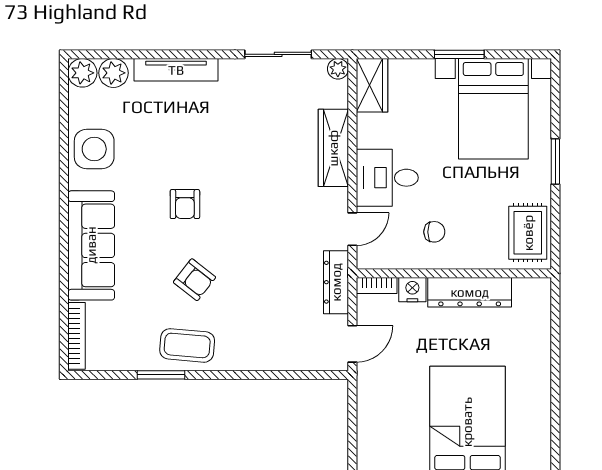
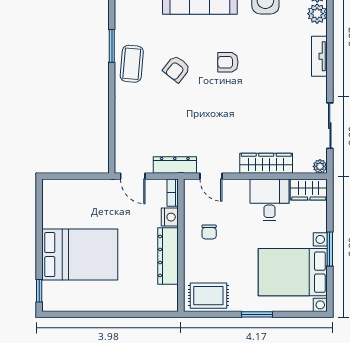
tv unit: (176, 70) -> (319, 56), width x0.71
desk: (387, 178) -> (270, 200), moved

